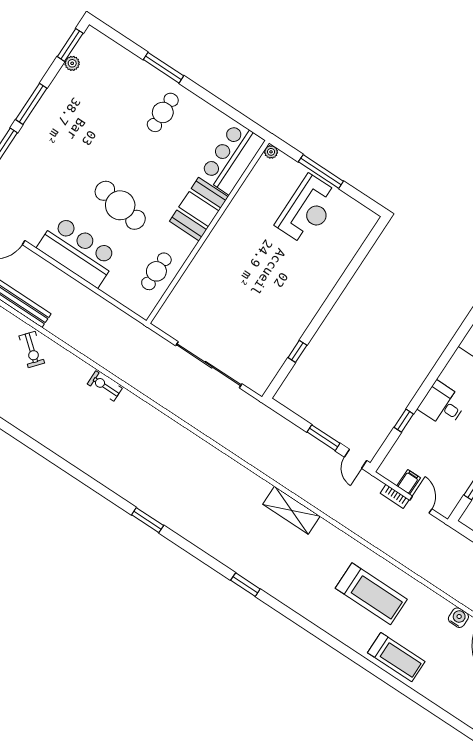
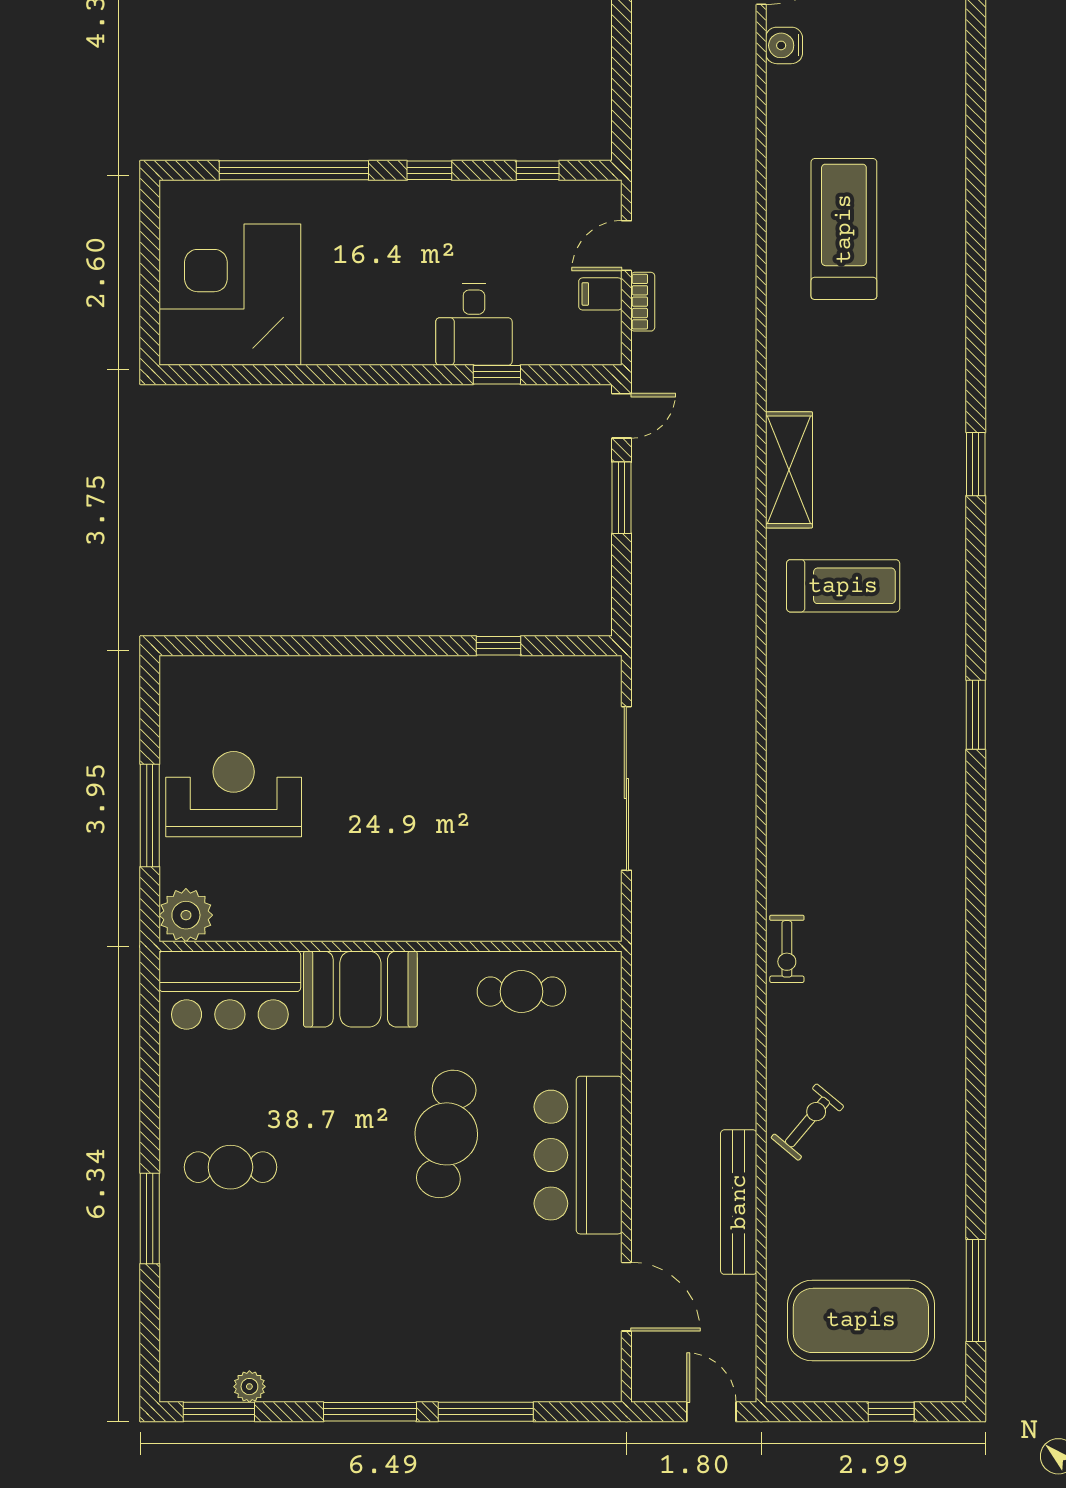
plant: (271, 152) -> (186, 915), width x1.87, depth x1.87
desk: (443, 405) -> (474, 324), moved
treadmill: (396, 657) -> (843, 586), moved, turned 90

